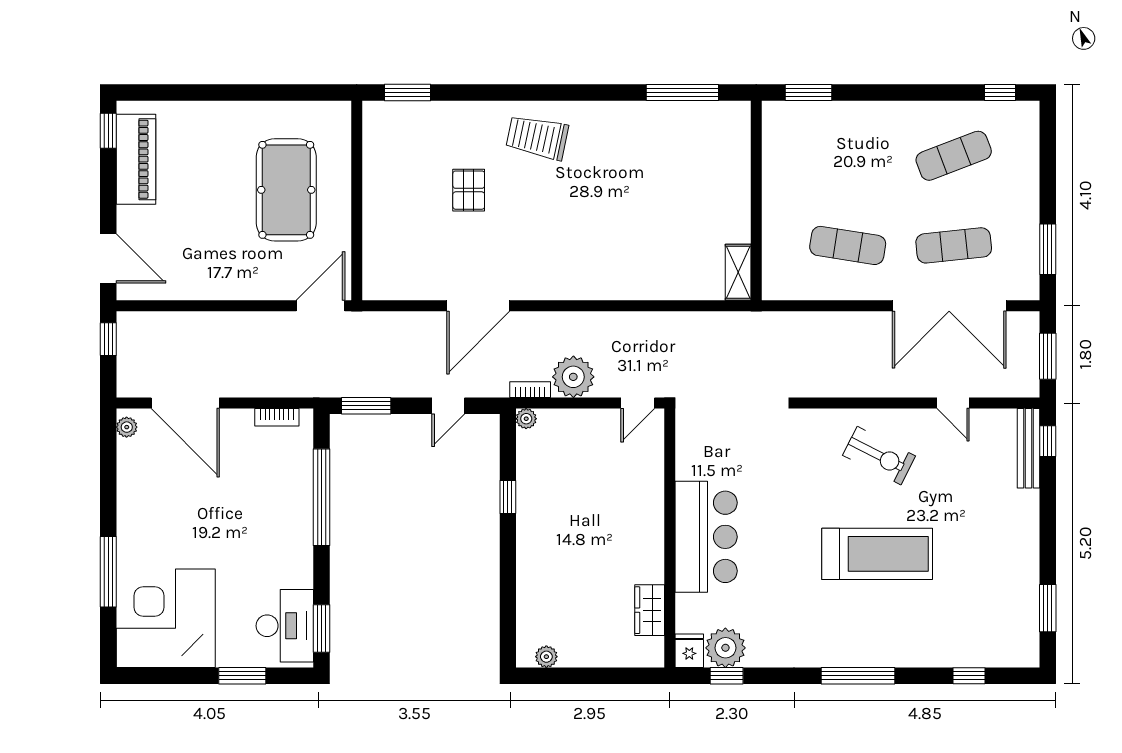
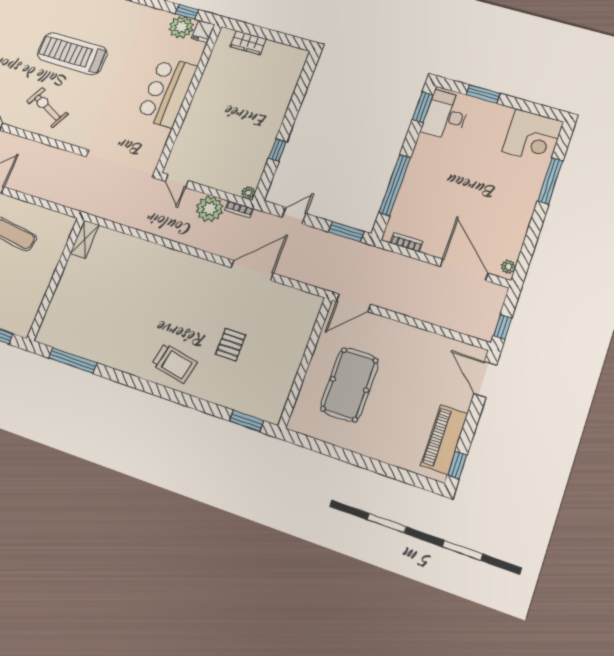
door: (638, 403) -> (177, 181), swing flipped
wardrobe: (650, 610) -> (248, 43), moved, turned 90
corner desk: (166, 618) -> (533, 137), width x0.74, depth x0.74
plant: (546, 657) -> (289, 52), removed

